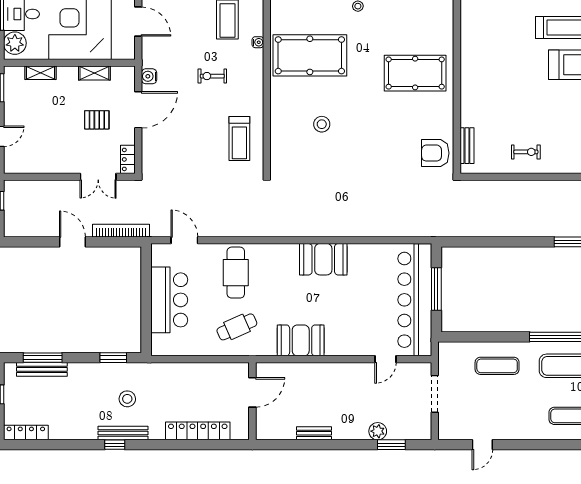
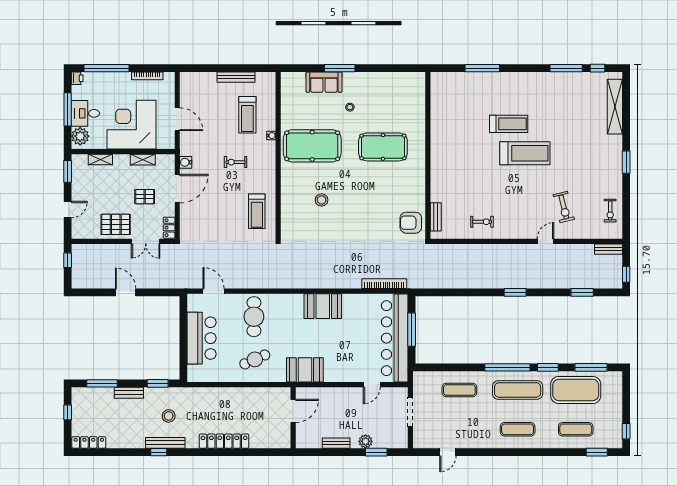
pool table: (415, 73) -> (383, 147), moved
pallet: (60, 155) -> (116, 224), added
bookcase: (121, 231) -> (384, 284), moved
bench: (42, 369) -> (129, 393), moved, width x0.73
door: (252, 392) -> (293, 411), moved
wall: (252, 401) -> (293, 418), moved
bench: (314, 433) -> (336, 443), moved

